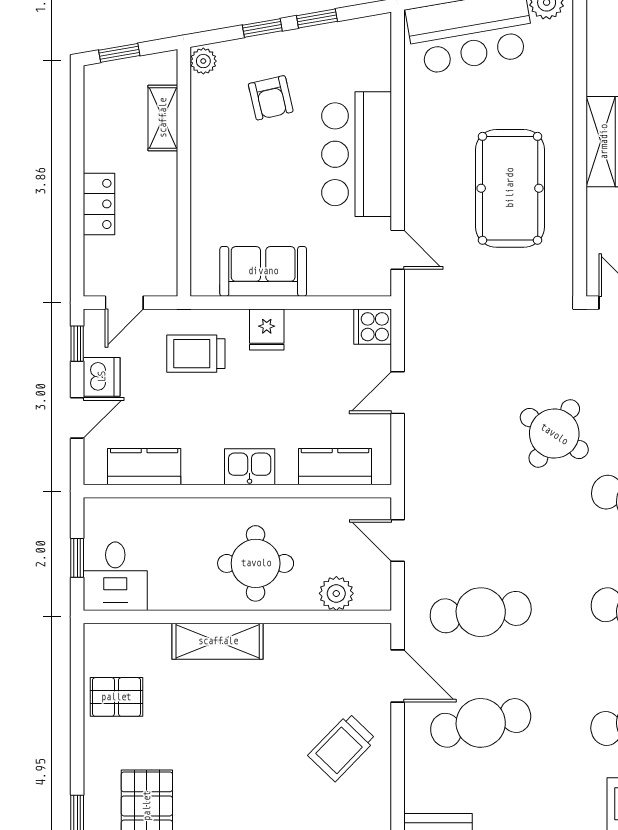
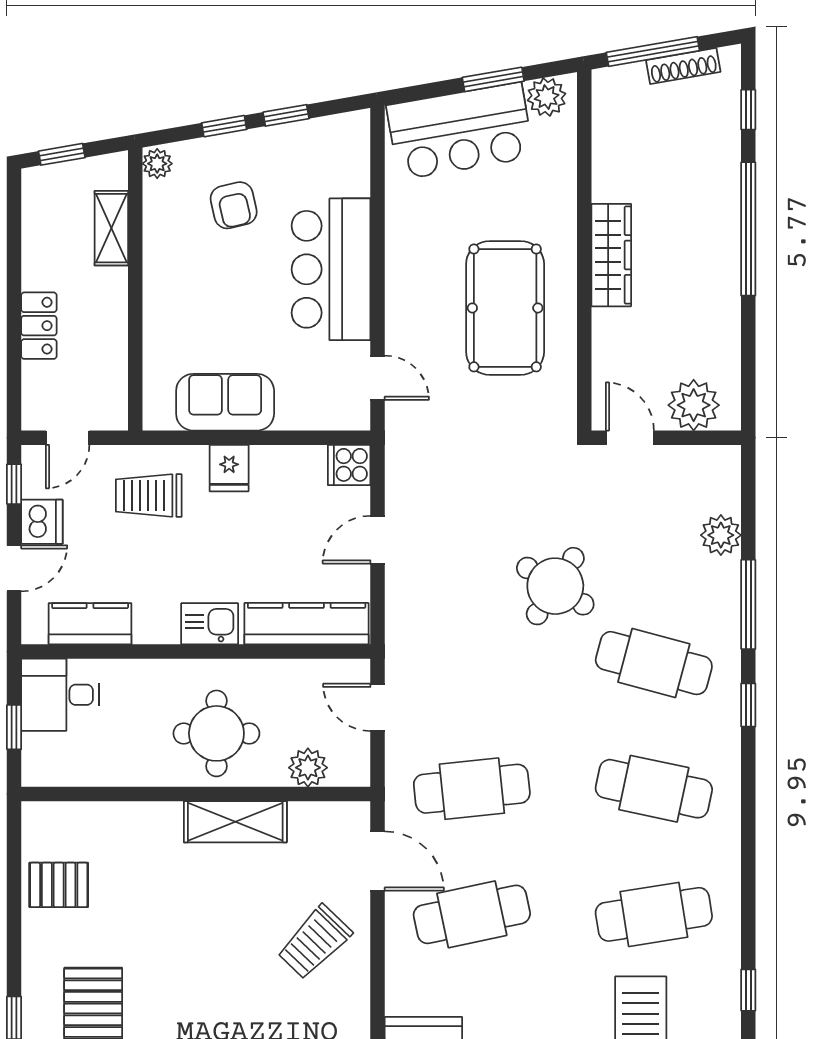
kitchen counter: (335, 467) -> (307, 624), width x1.50
desk: (115, 576) -> (60, 695), moved, turned 90
shelving: (218, 641) -> (235, 822), moved

